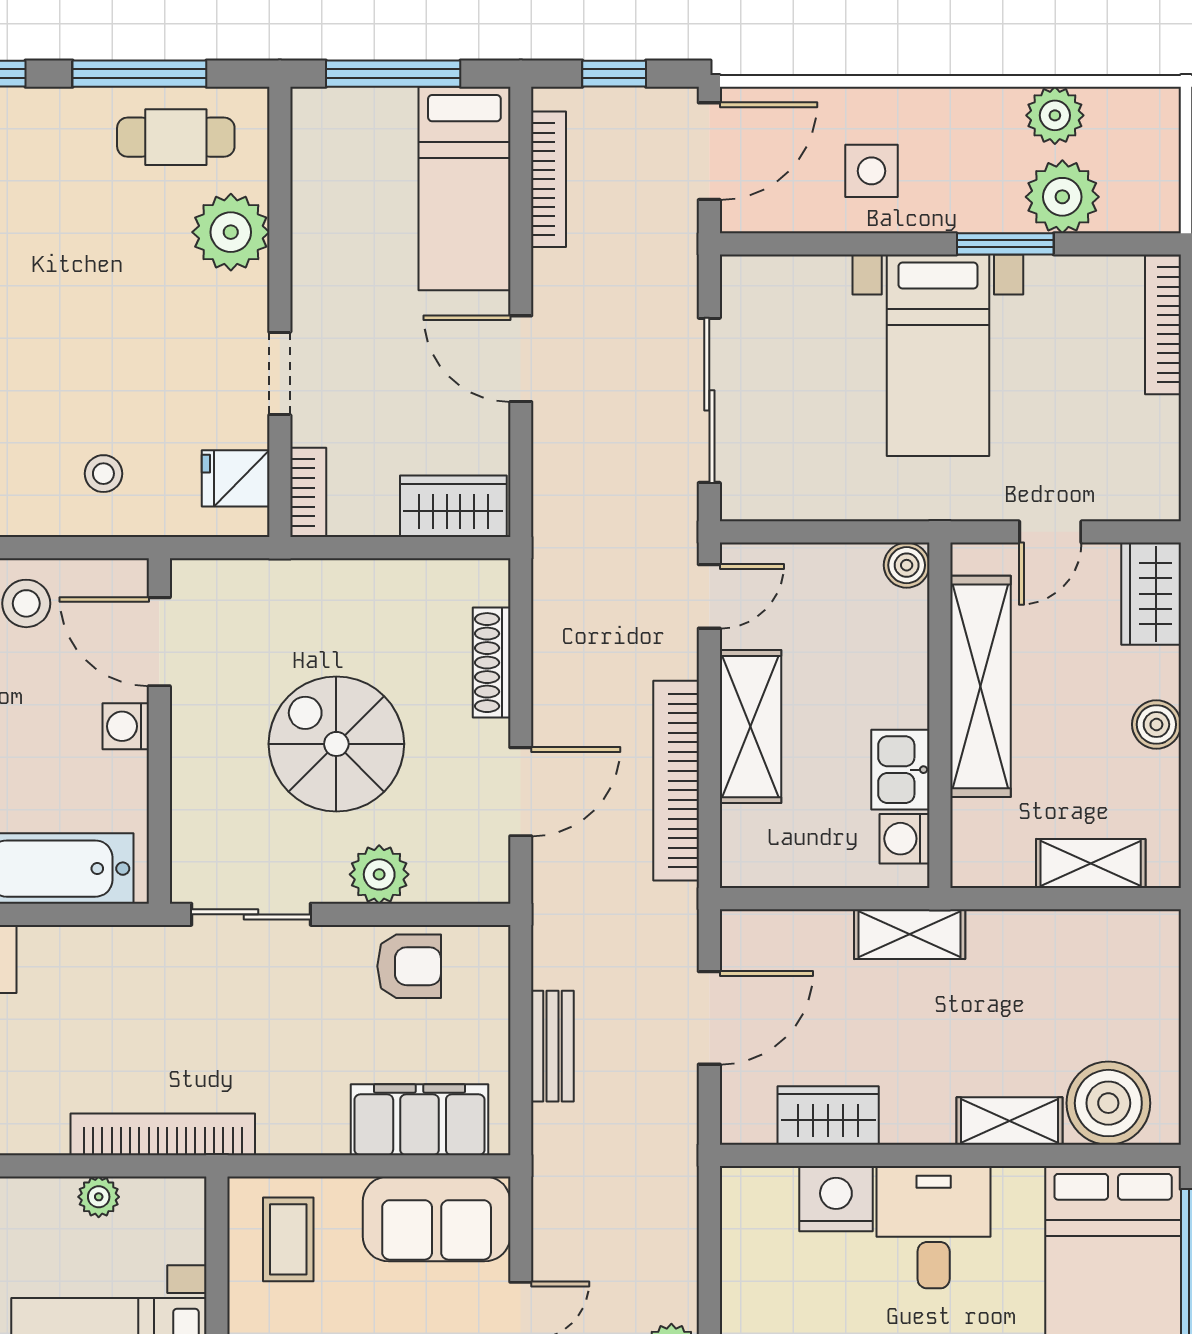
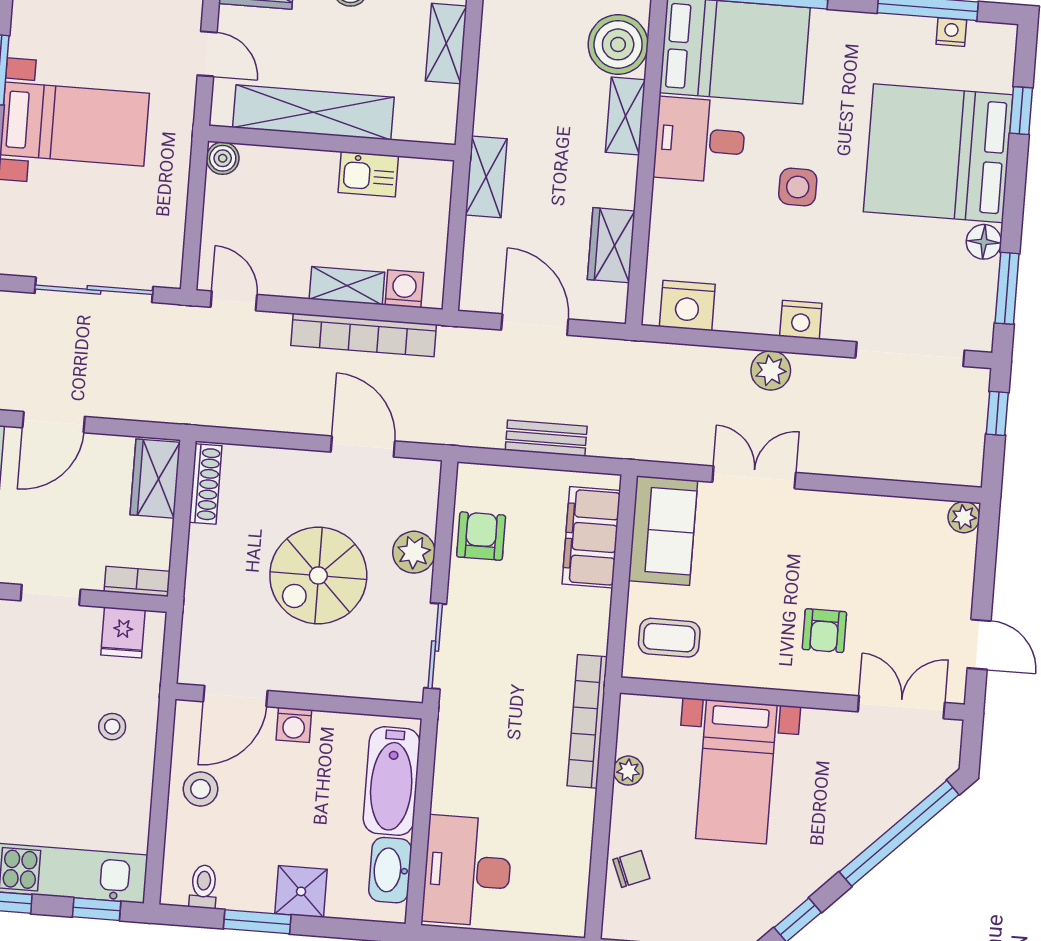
shoe rack: (492, 663) -> (205, 484), moved, turned -90
shelving: (750, 727) -> (347, 286), width x0.67, depth x0.75
washing machine: (904, 839) -> (404, 289), moved, turned 180
nightstand: (836, 1199) -> (687, 305), moved, turned -90
desk: (934, 1227) -> (700, 140), moved

